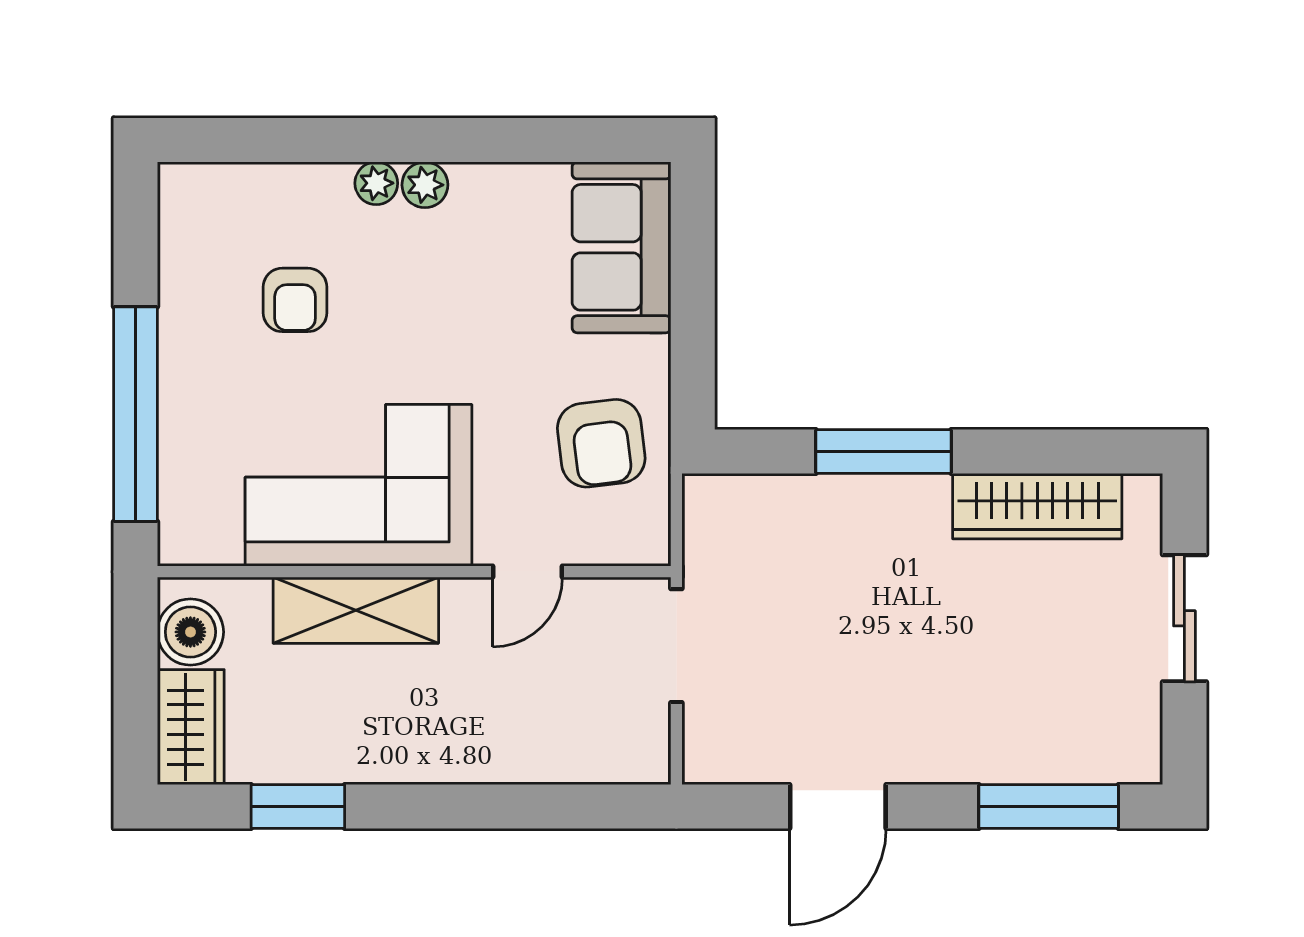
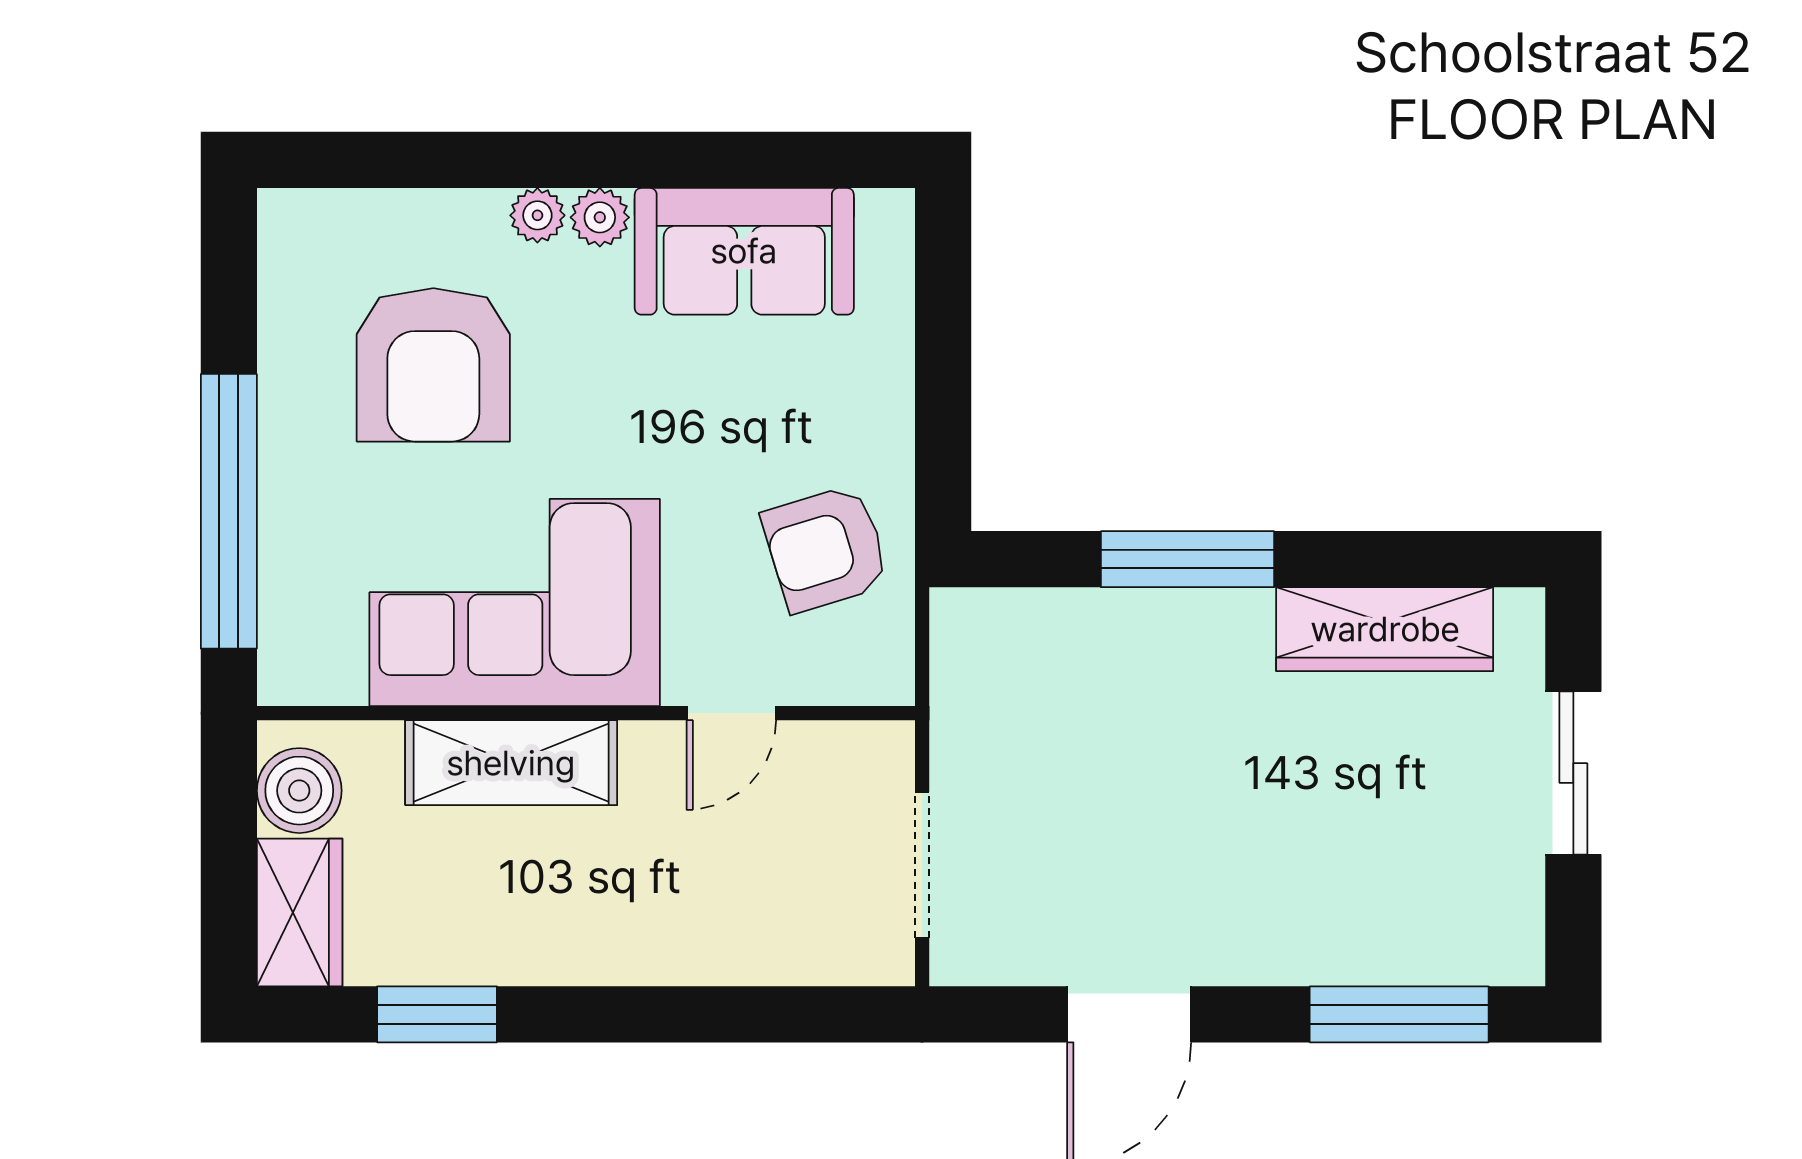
sofa: (621, 247) -> (744, 251), moved, turned -90
armchair: (295, 300) -> (433, 365), width x1.88, depth x1.88
armchair: (601, 443) -> (826, 549), turned 80
doorway: (676, 646) -> (922, 865), moved

